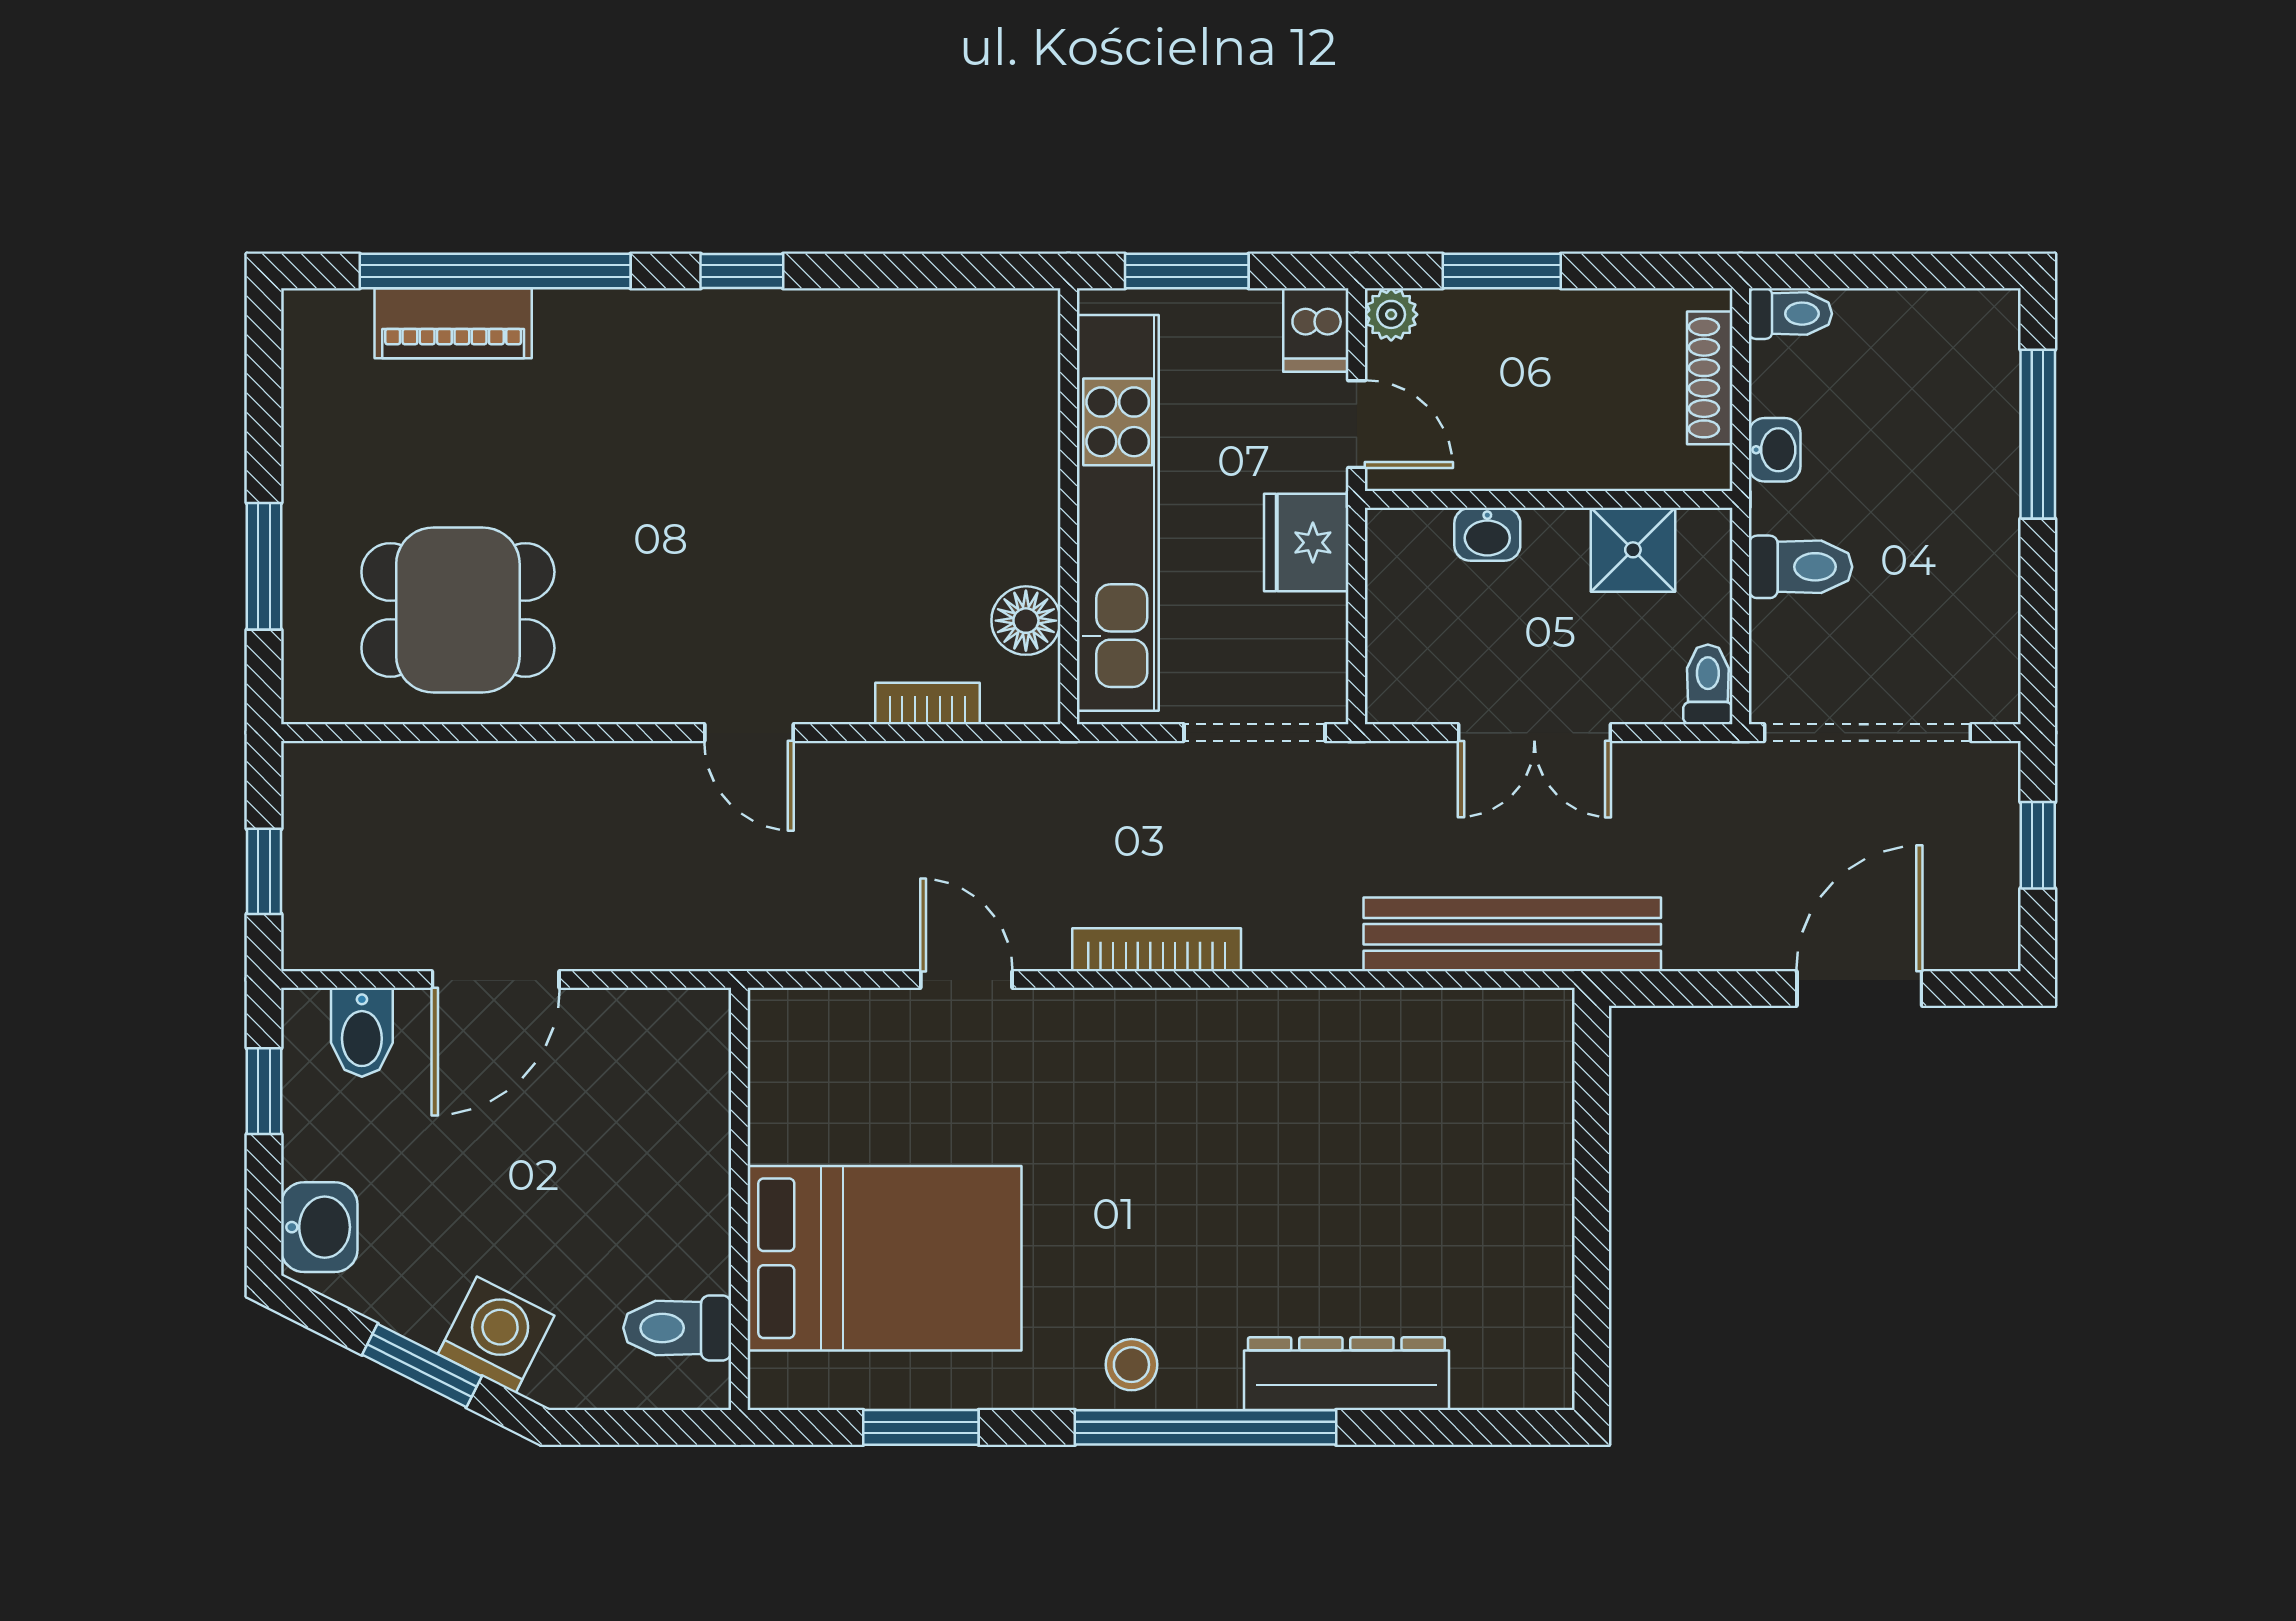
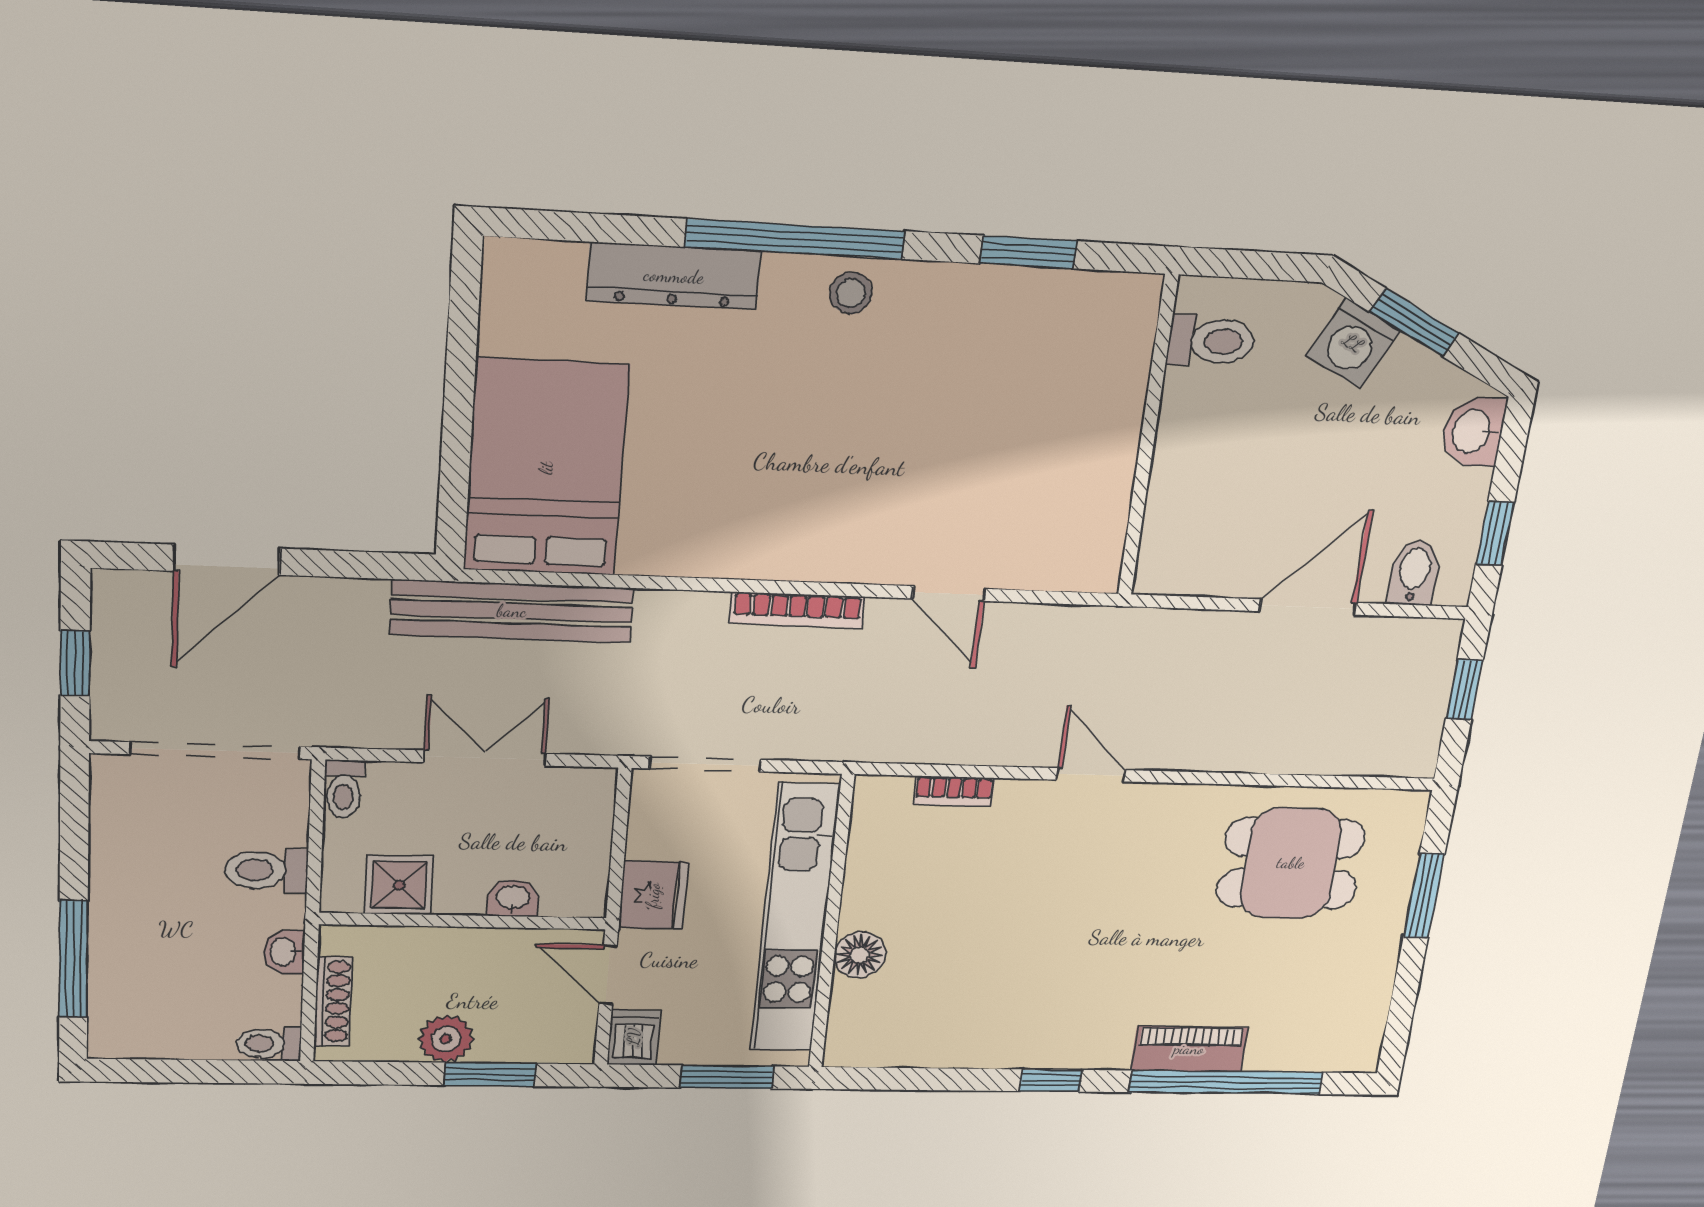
plant: (1391, 314) -> (446, 1039), moved, width x1.38, depth x1.38
piano: (453, 323) -> (1189, 1049), moved
floor lamp: (1026, 621) -> (860, 955), moved
bed: (884, 1258) -> (546, 468), moved, turned 90

